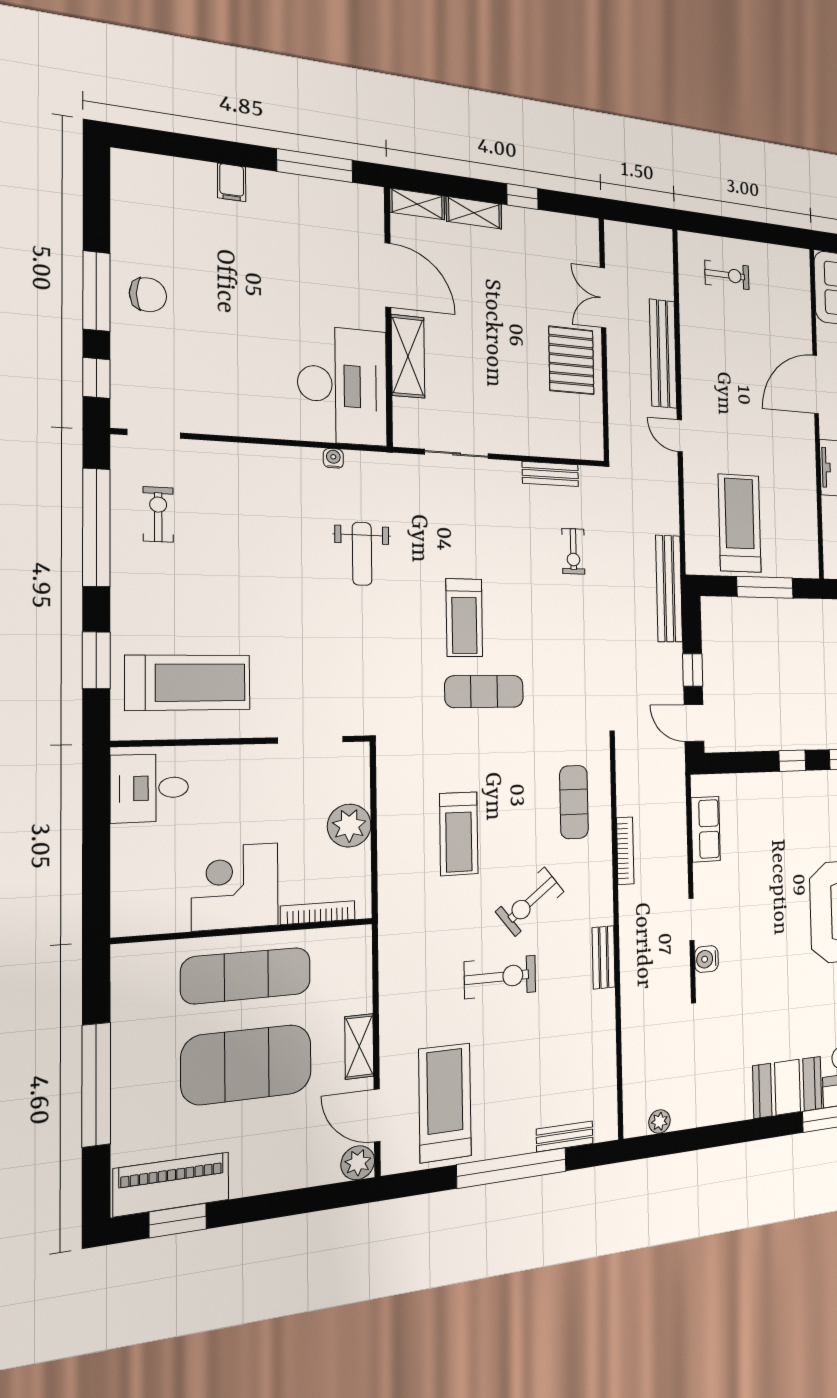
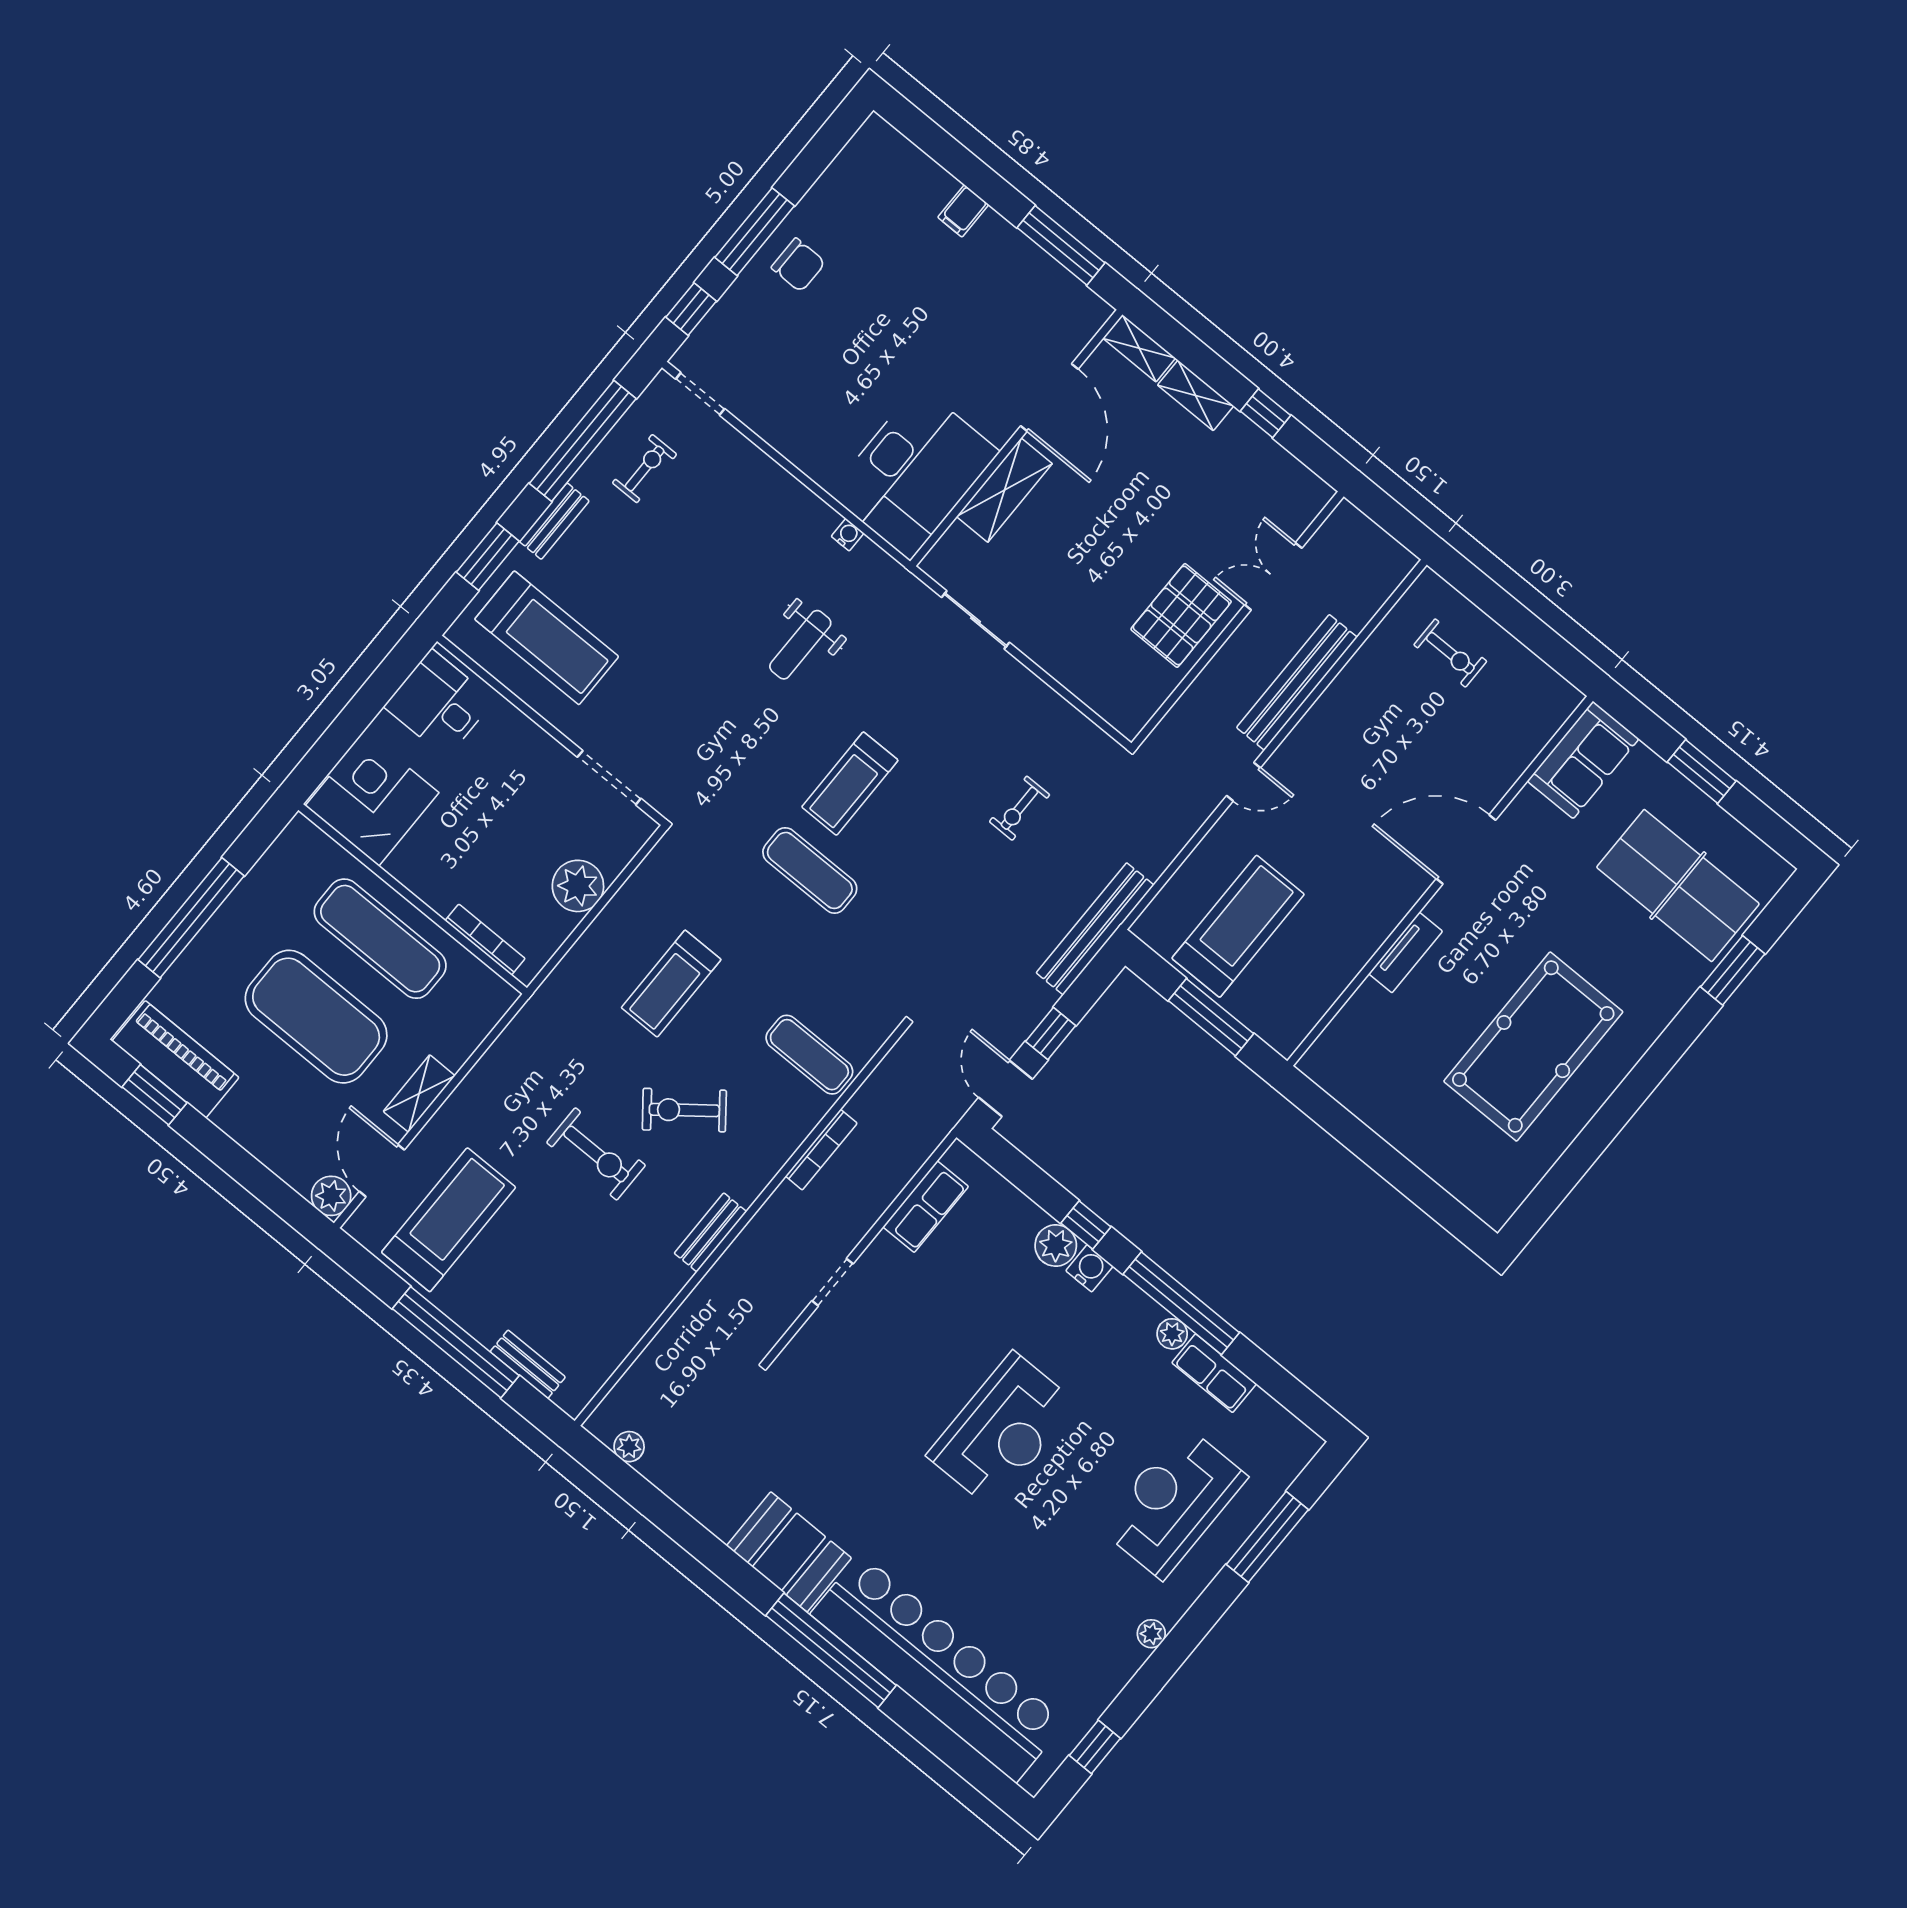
door: (680, 436) -> (1243, 782), swing flipped
bench: (550, 474) -> (554, 521), moved, turned 90
plant: (787, 786) -> (1056, 1246), added
exercise mat: (574, 802) -> (809, 1055), turned 90
corner desk: (235, 887) -> (372, 799), moved
water cooler: (706, 959) -> (1089, 1268), moved, turned 90

